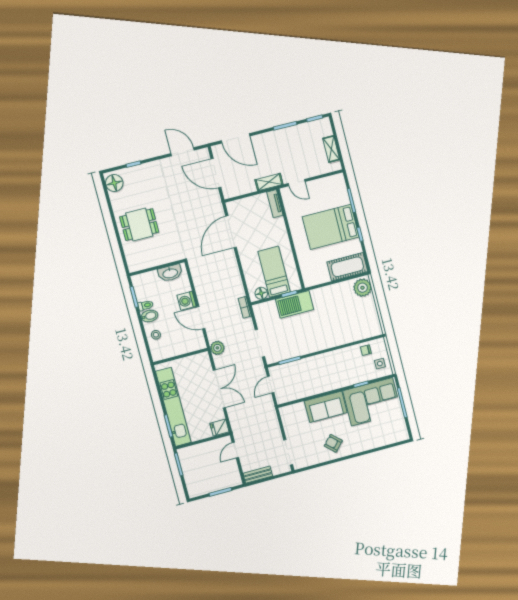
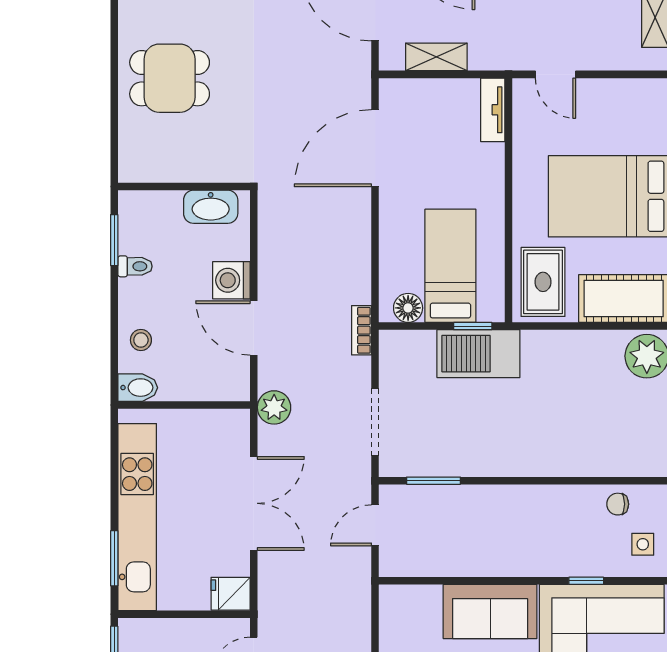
shelving: (269, 182) -> (436, 57), moved
rug: (313, 269) -> (543, 282), added
bidet: (149, 316) -> (138, 388), moved

